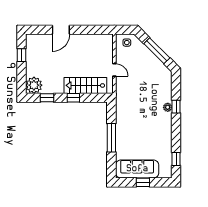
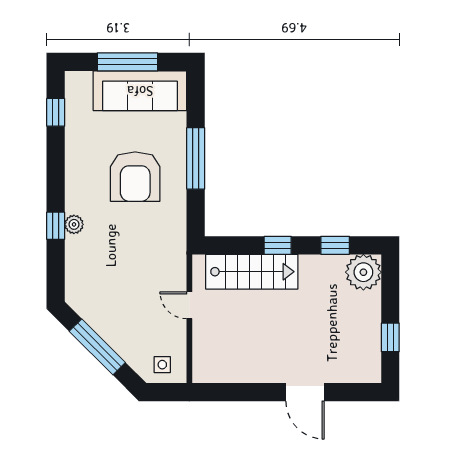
door: (61, 30) -> (305, 392), swing flipped
armchair: (139, 129) -> (135, 177), added
window: (143, 182) -> (127, 62), width x2.17

